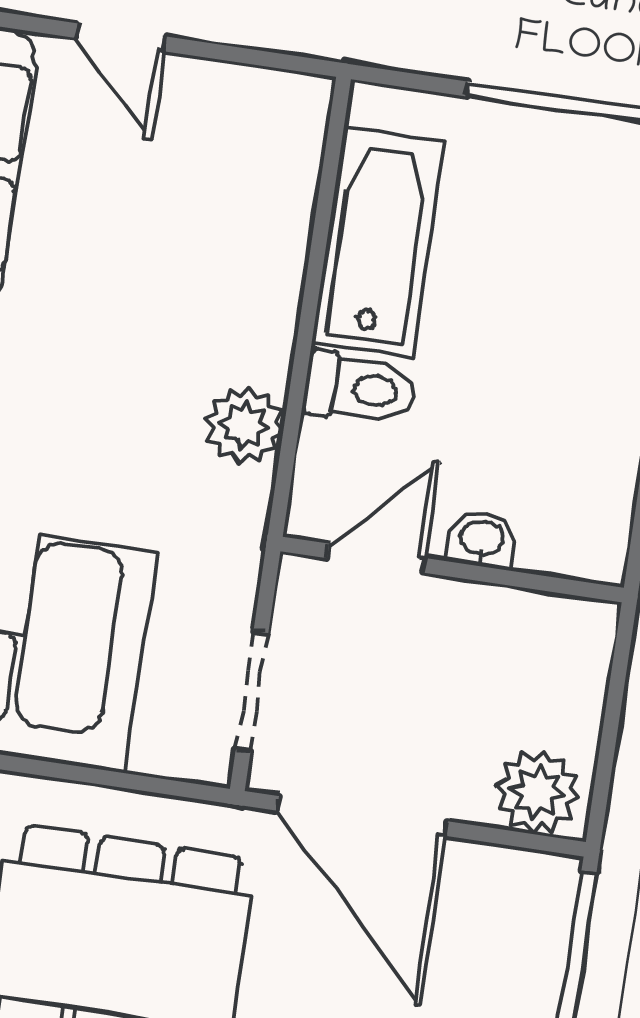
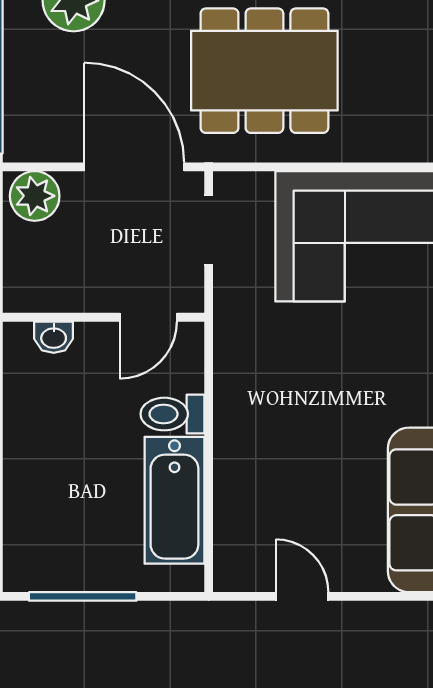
door: (121, 37) -> (302, 596), moved
plant: (244, 425) -> (236, 383), removed
washbasin: (482, 539) -> (54, 337), moved

